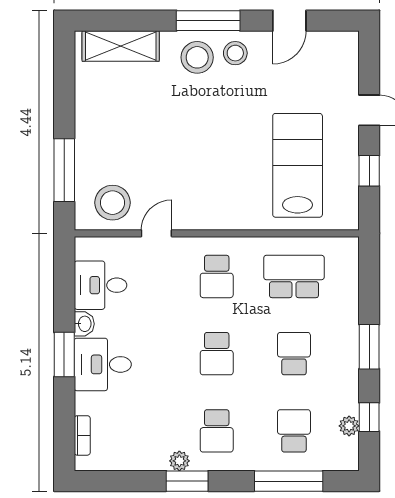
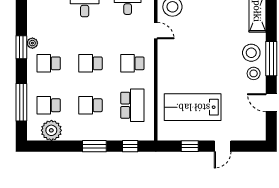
lab bench: (298, 165) -> (193, 107), turned 180
school desk: (294, 354) -> (90, 105), turned 180
window: (369, 417) -> (130, 146), moved
plant: (349, 426) -> (51, 130), width x1.87, depth x1.87
school desk: (294, 431) -> (49, 105), turned 180

